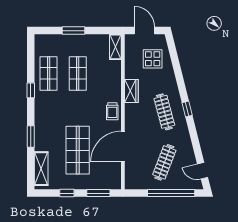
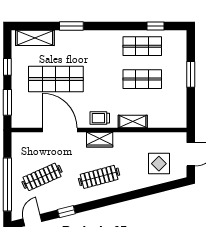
shelving: (115, 47) -> (133, 122), moved
window: (31, 90) -> (156, 26), moved
wardrobe: (131, 91) -> (100, 140), moved
window: (187, 109) -> (66, 212), moved
clothes rail: (164, 162) -> (42, 177), turned -45

